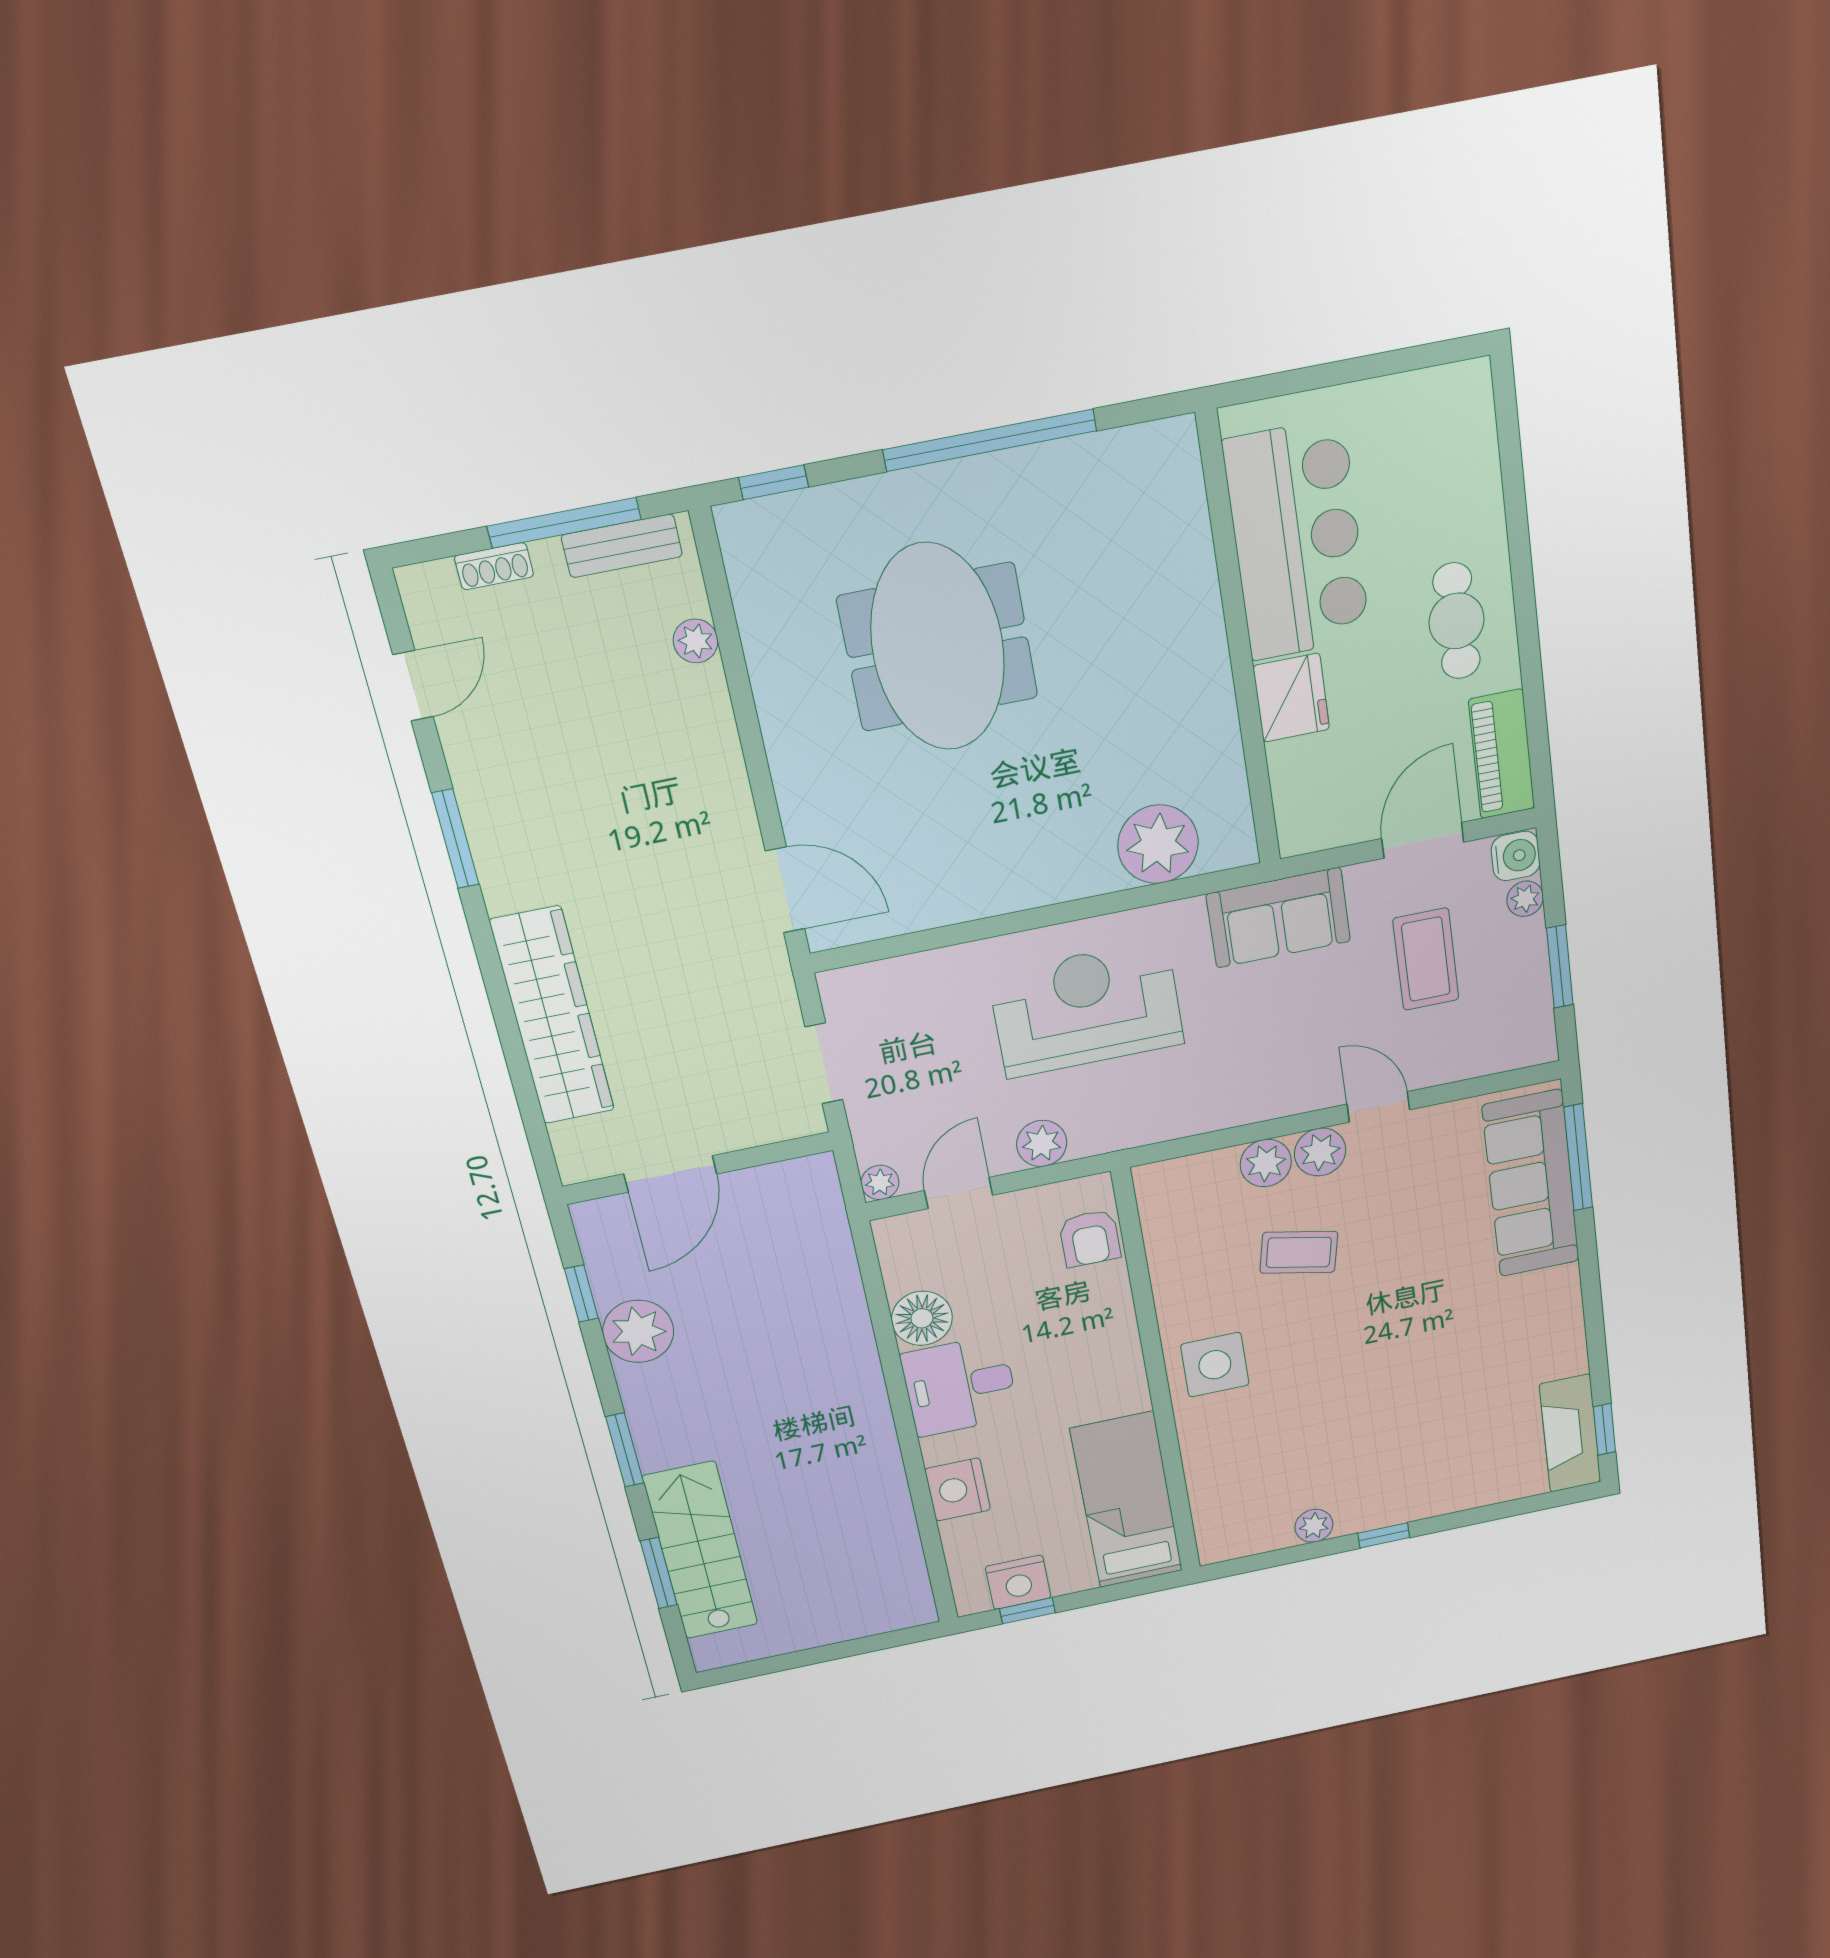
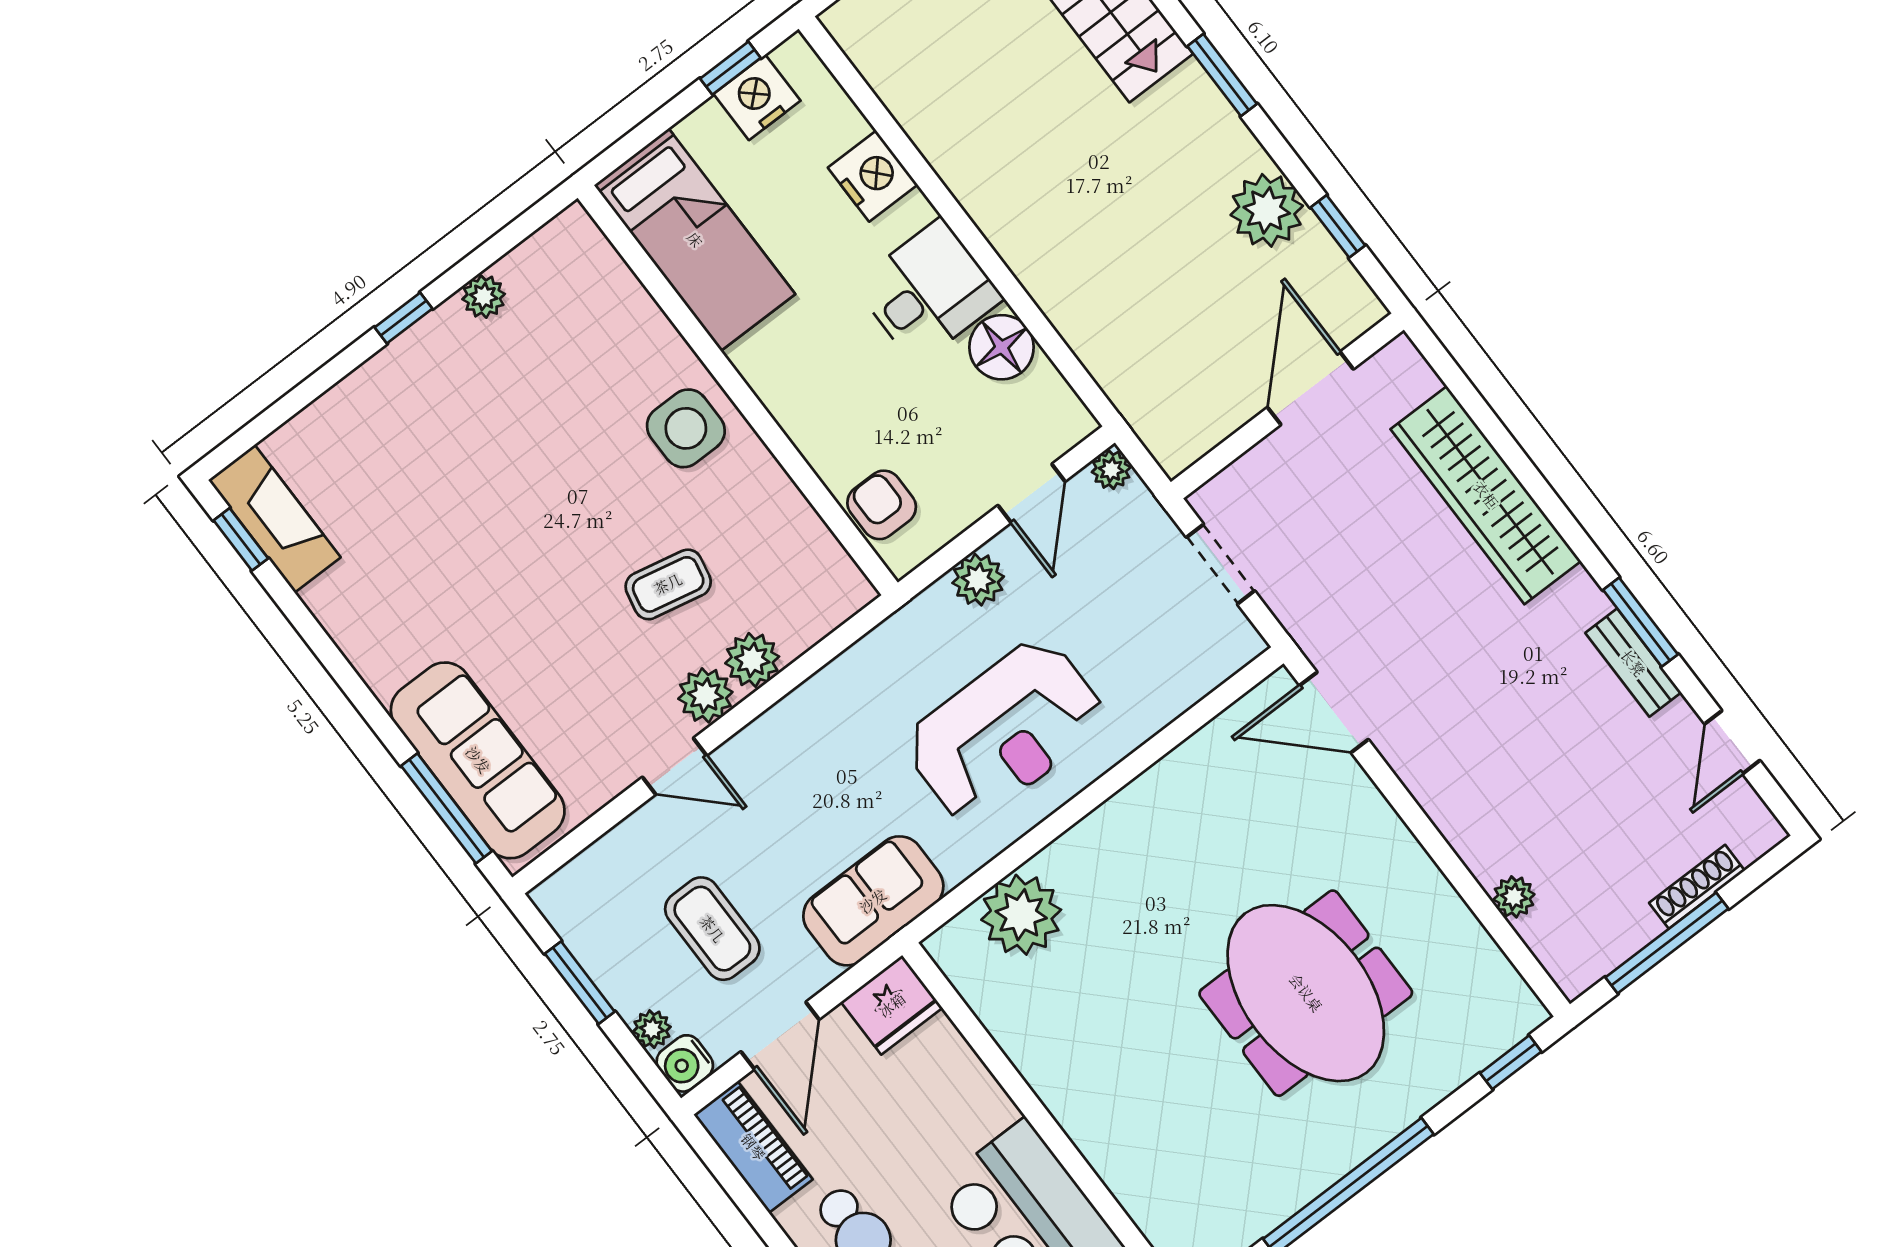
bench: (622, 546) -> (1633, 663), moved, turned 90
shoe rack: (494, 566) -> (1697, 887), width x1.43
fridge: (1291, 698) -> (892, 1005), moved, turned -90

